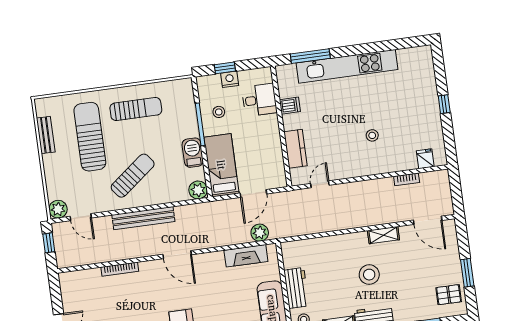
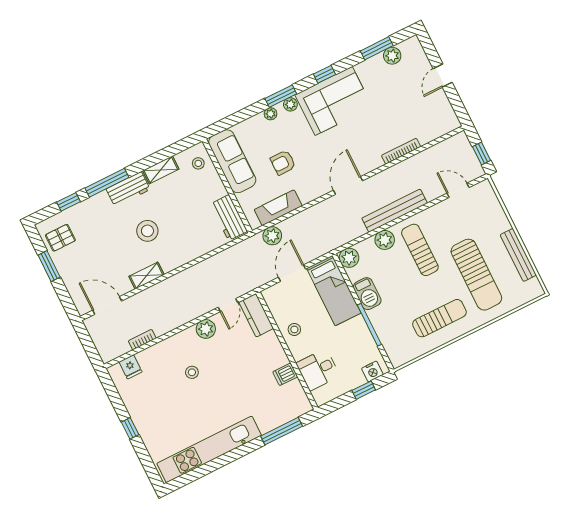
kitchen unit: (347, 66) -> (209, 449), moved
nightstand: (230, 79) -> (372, 371), moved
sun lounger: (136, 109) -> (439, 318), turned 180
stool: (219, 112) -> (294, 329), moved
bench: (46, 135) -> (518, 255), width x1.36
kitchen counter: (295, 149) -> (256, 315), moved
plant: (347, 170) -> (206, 329), added
sun lounger: (133, 176) -> (420, 250), turned 128
plant: (58, 209) -> (385, 240), moved
door: (177, 255) -> (348, 185), hinge flipped
workbench: (296, 288) -> (229, 218), moved
armchair: (228, 295) -> (283, 163), added

